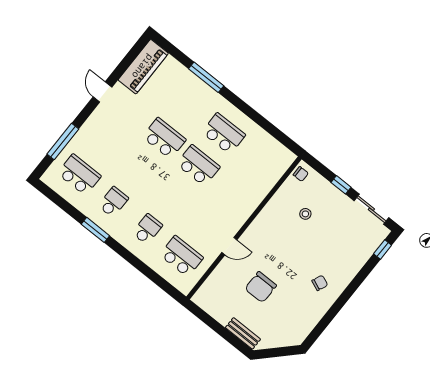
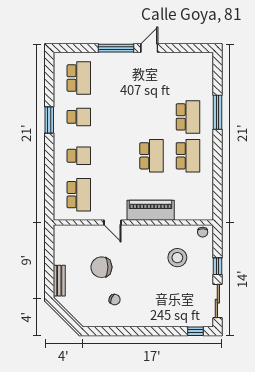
piano: (143, 67) -> (151, 210), moved, turned 180
school desk: (164, 138) -> (188, 117), moved
window: (63, 142) -> (116, 48), moved
stool: (305, 214) -> (177, 258), width x1.89, depth x1.89
chair: (320, 283) -> (115, 300), moved

